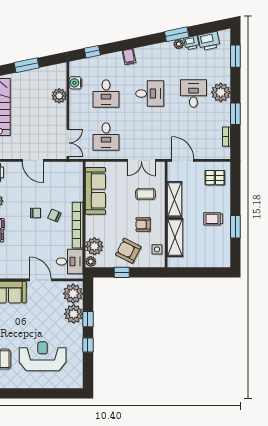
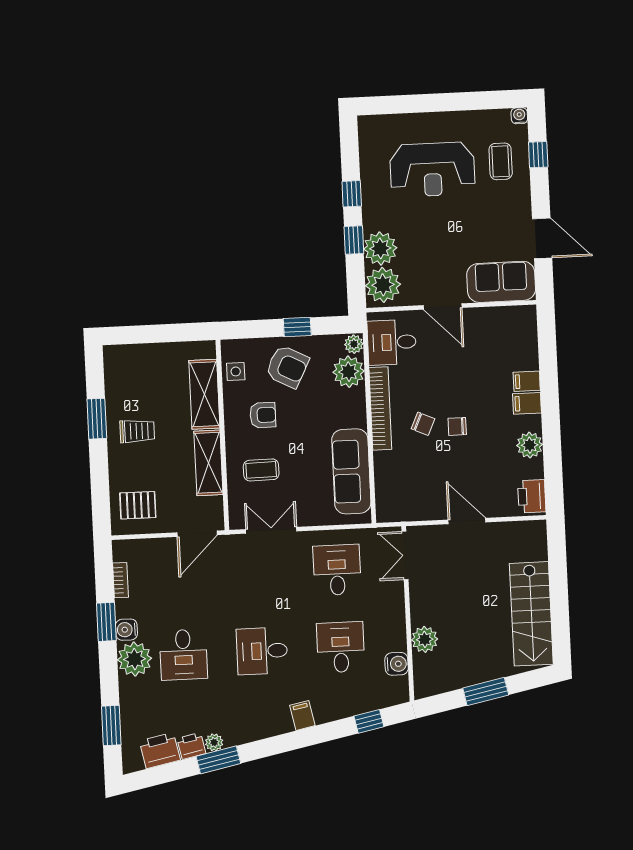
water cooler: (224, 109) -> (126, 630), added
door: (183, 160) -> (197, 534), hinge flipped

